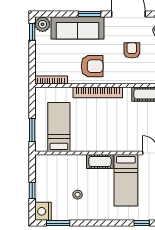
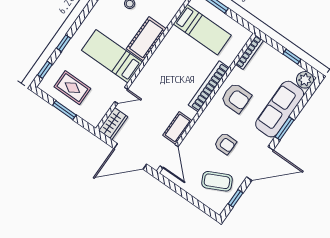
window: (32, 32) -> (292, 57), moved
armchair: (92, 66) -> (236, 98), turned -90
cot: (100, 161) -> (146, 39), width x1.37, depth x1.34

